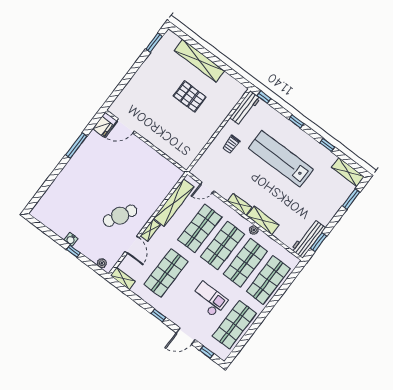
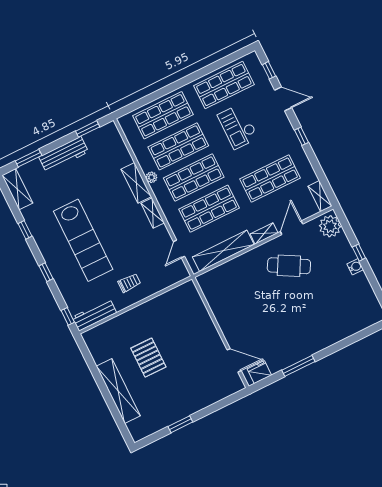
window: (154, 43) -> (180, 424), moved
door: (207, 188) -> (179, 249), swing flipped
workbench: (308, 239) -> (64, 154), moved
plant: (102, 263) -> (330, 226), width x1.87, depth x1.87

